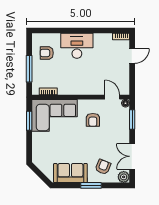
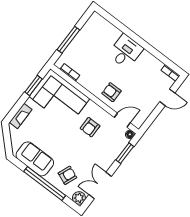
desk: (77, 46) -> (126, 52), width x0.73
armchair: (47, 53) -> (111, 92), moved
door: (112, 97) -> (122, 120), hinge flipped
fireplace: (37, 150) -> (21, 116), added
window: (91, 185) -> (45, 184), width x2.11

